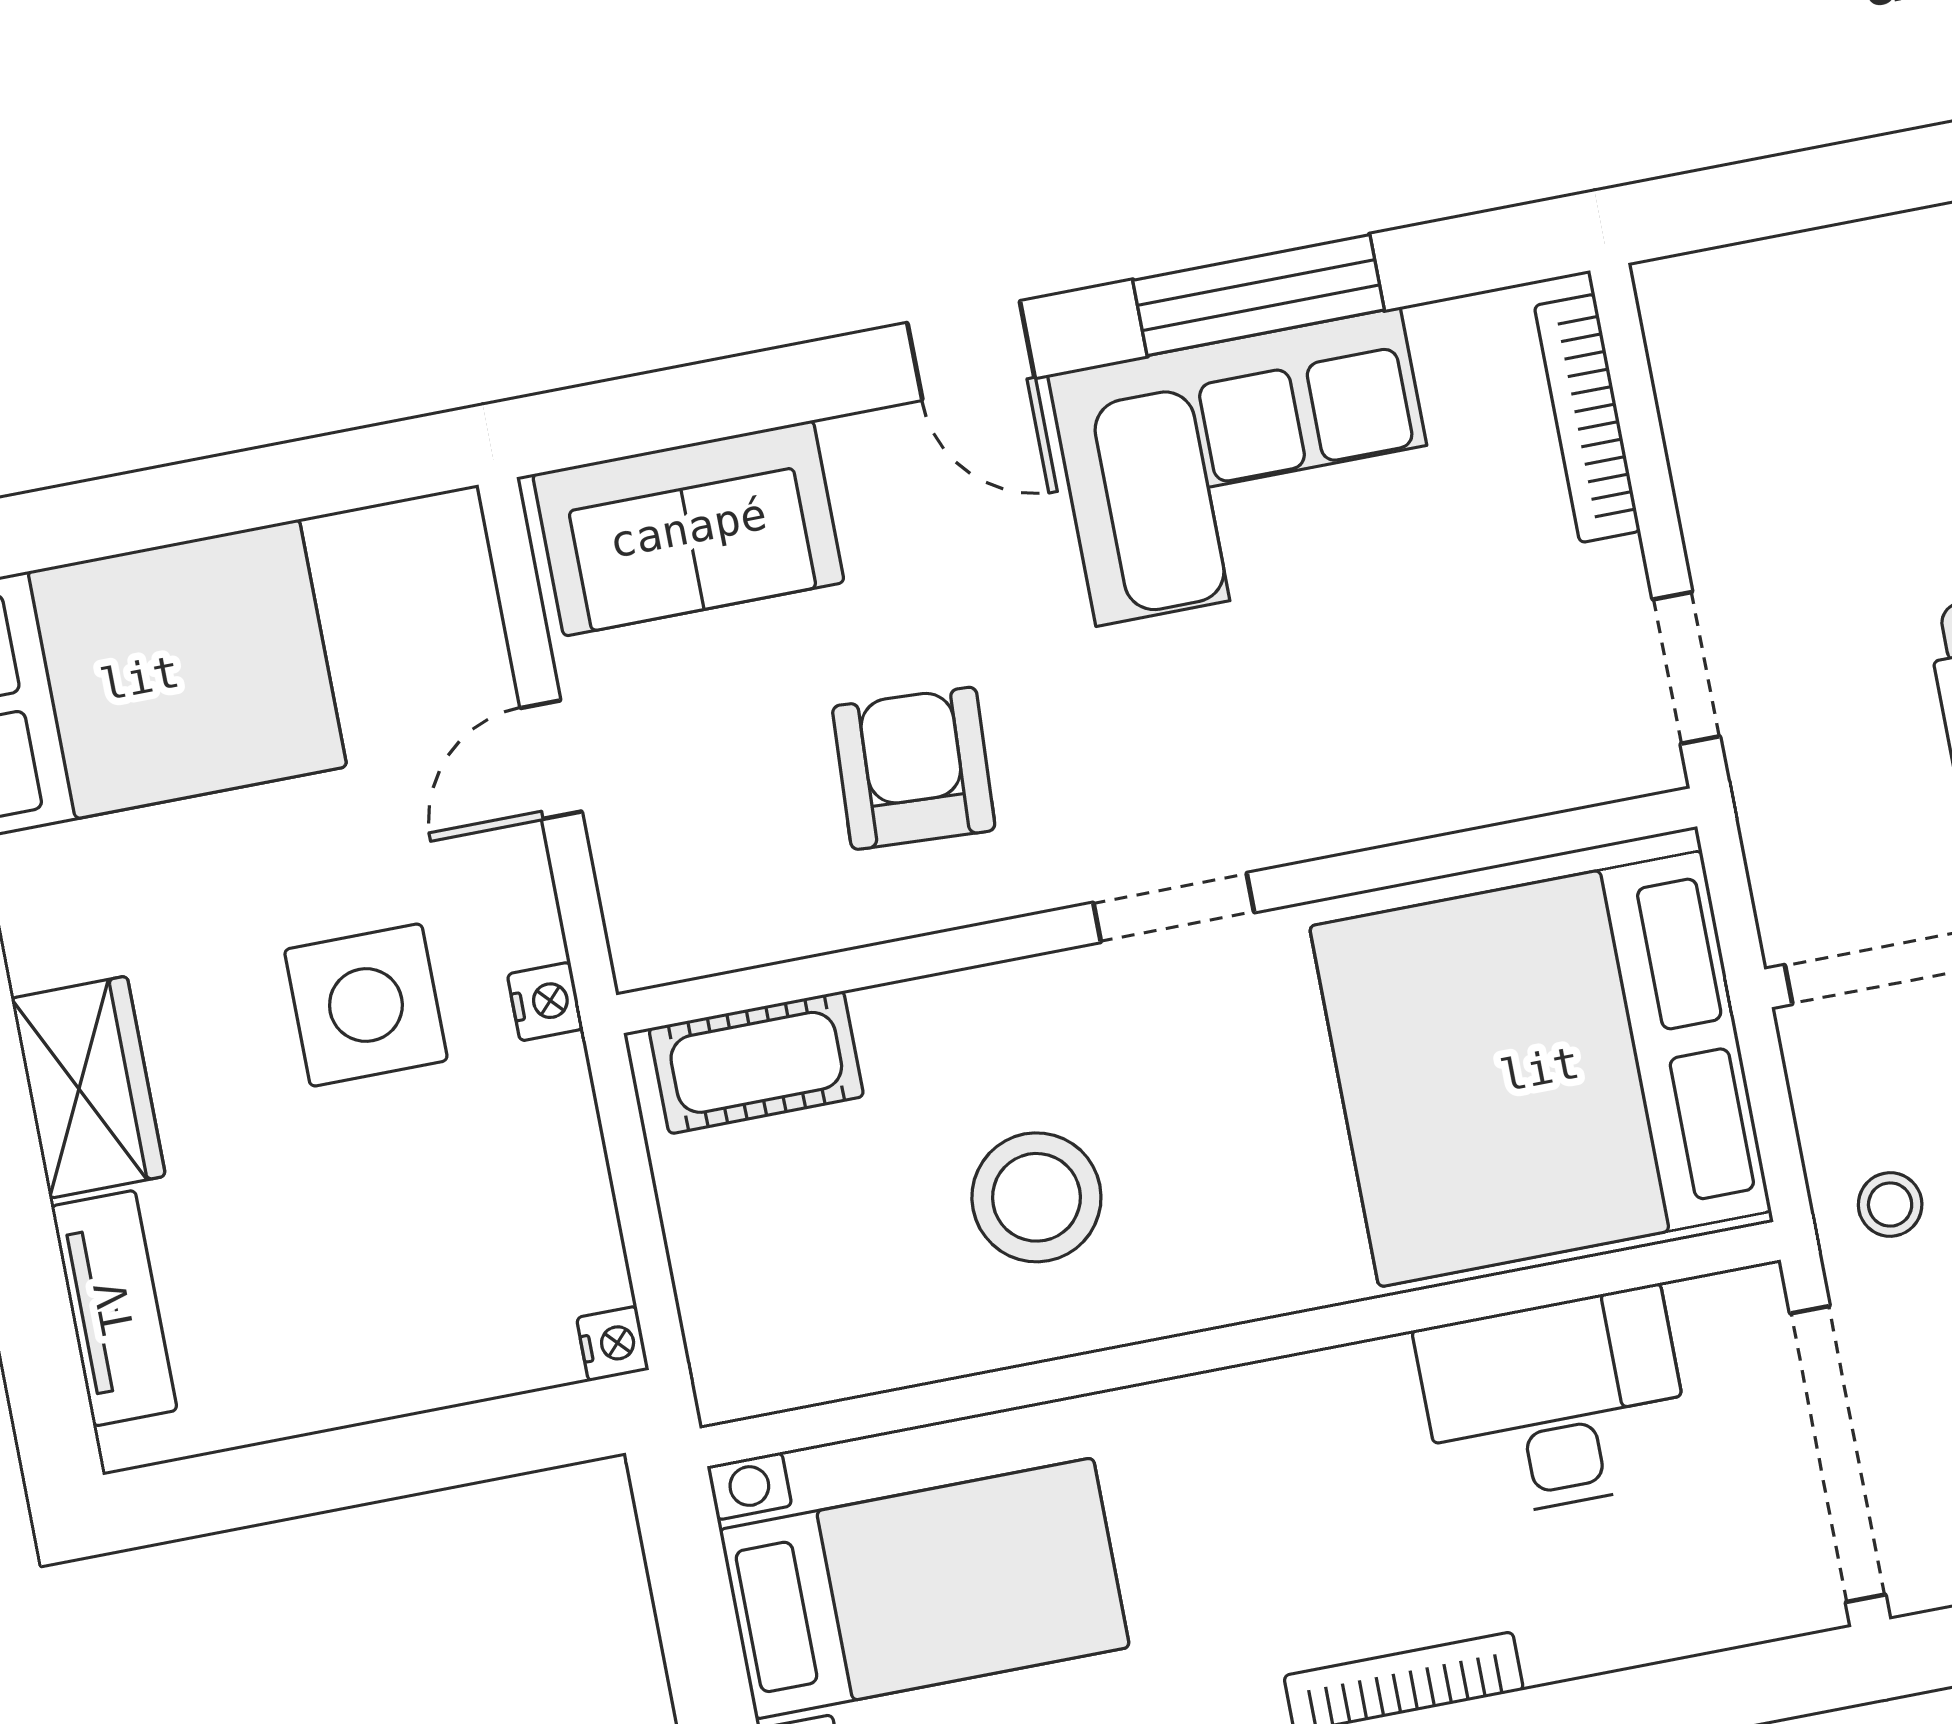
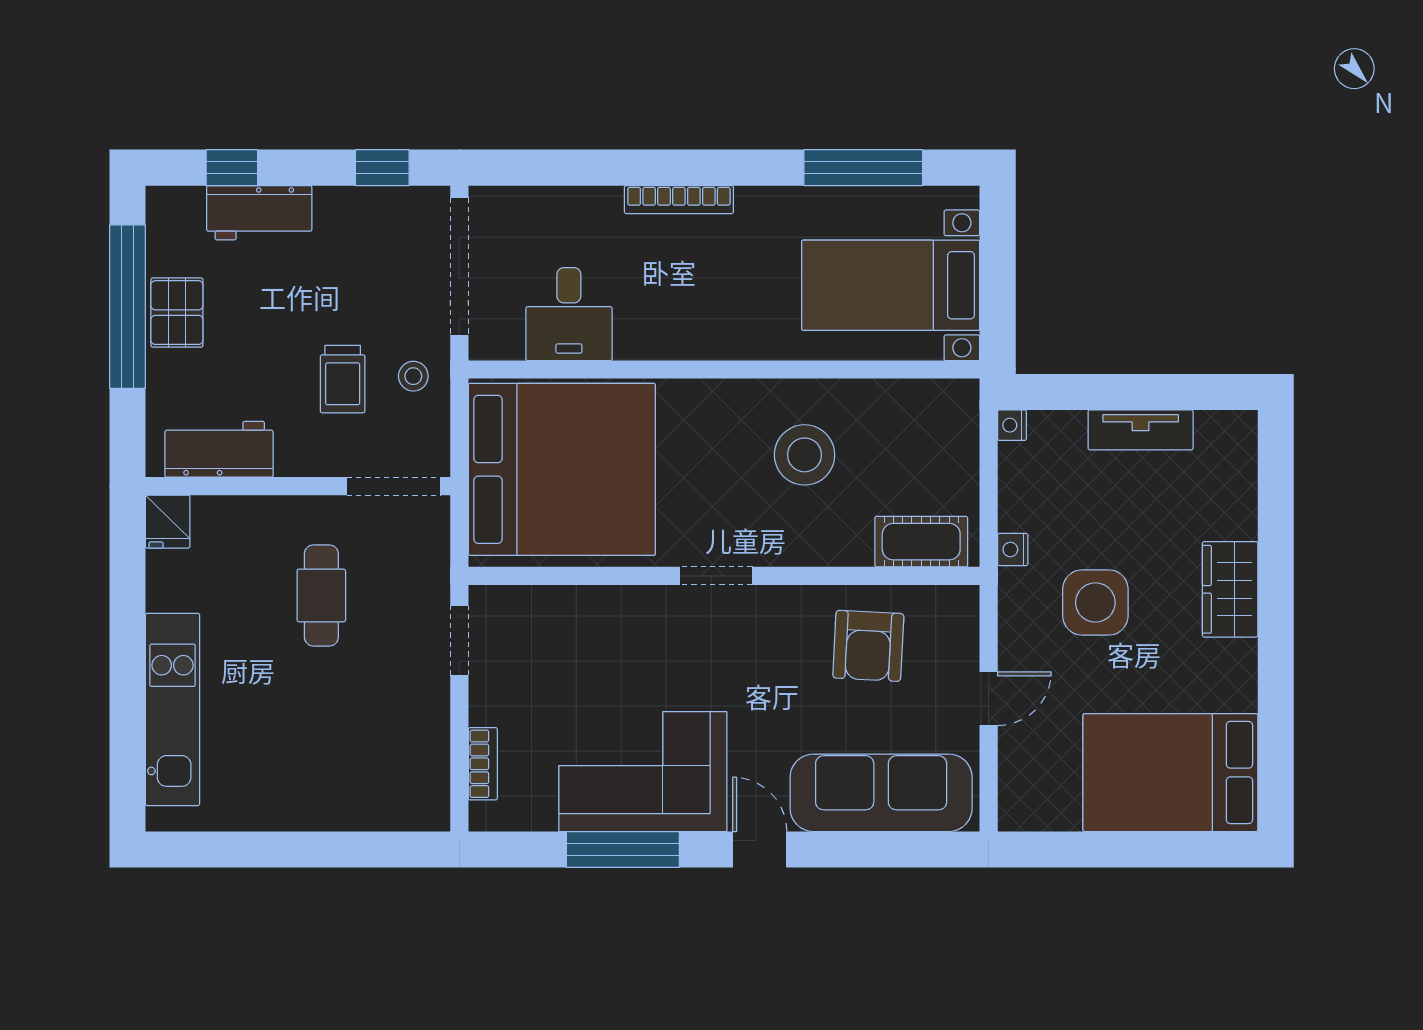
bookcase: (1587, 418) -> (483, 764), width x0.64
sofa: (688, 528) -> (881, 793), width x1.36
armchair: (914, 768) -> (868, 646), moved
nightstand: (545, 1002) -> (1013, 550), moved
tv unit: (114, 1308) -> (1141, 430), moved, turned -90
desk: (1555, 1404) -> (569, 314), width x0.73

